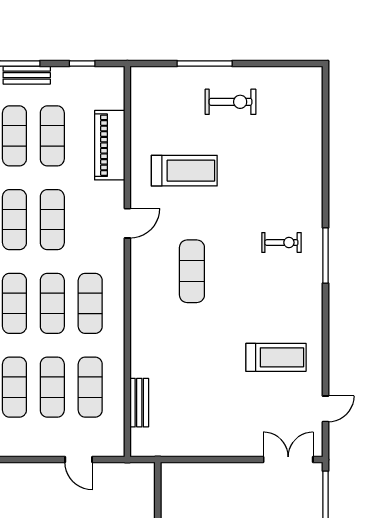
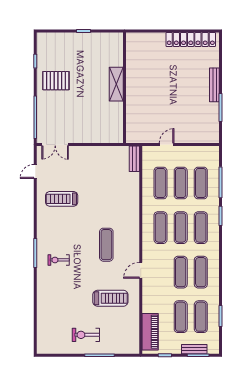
piano: (110, 145) -> (150, 332), moved
treadmill: (184, 171) -> (110, 298), turned 180
bench: (139, 403) -> (134, 159), moved
door: (79, 460) -> (167, 144), hinge flipped

